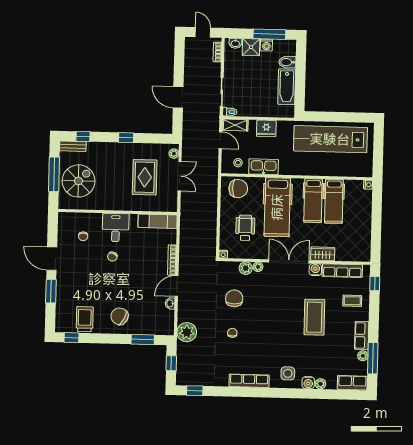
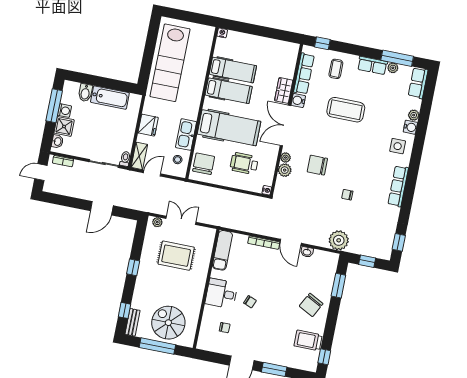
chair: (234, 298) -> (317, 165), moved

